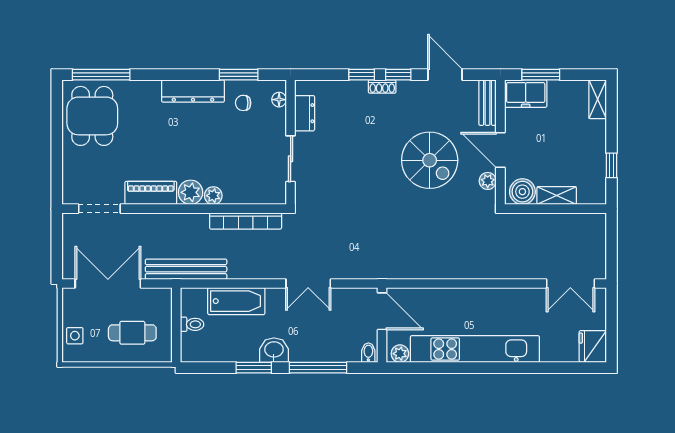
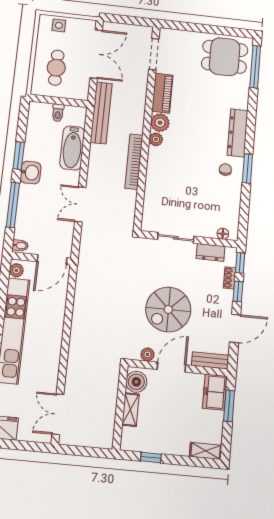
floor lamp: (279, 100) -> (223, 234), moved
dresser: (305, 113) -> (211, 252), moved
wall: (291, 142) -> (189, 239), moved
sliding door: (291, 159) -> (176, 238), moved

